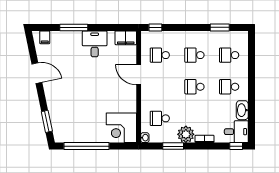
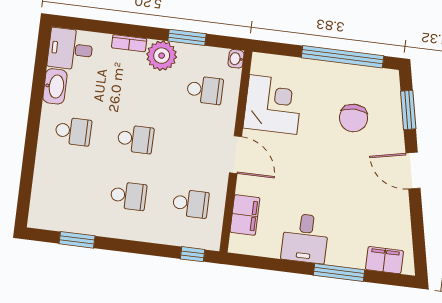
filing cabinet: (45, 37) -> (384, 260), width x2.00
filing cabinet: (126, 38) -> (245, 215), moved, turned 90
school desk: (229, 55) -> (66, 188), removed
door: (37, 73) -> (413, 171), moved
door: (139, 75) -> (236, 155), moved
chair: (76, 113) -> (353, 118), added
corner desk: (121, 128) -> (273, 105), moved
window: (236, 146) -> (74, 23), removed

